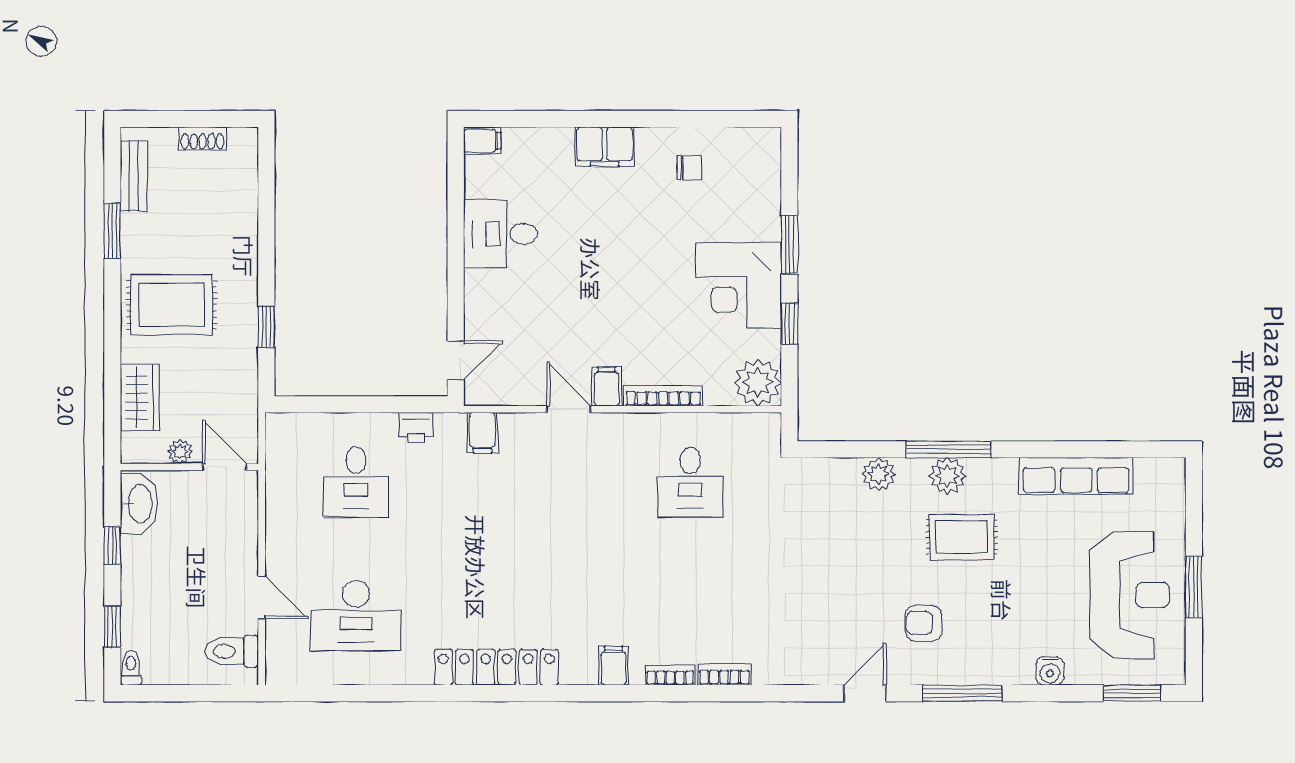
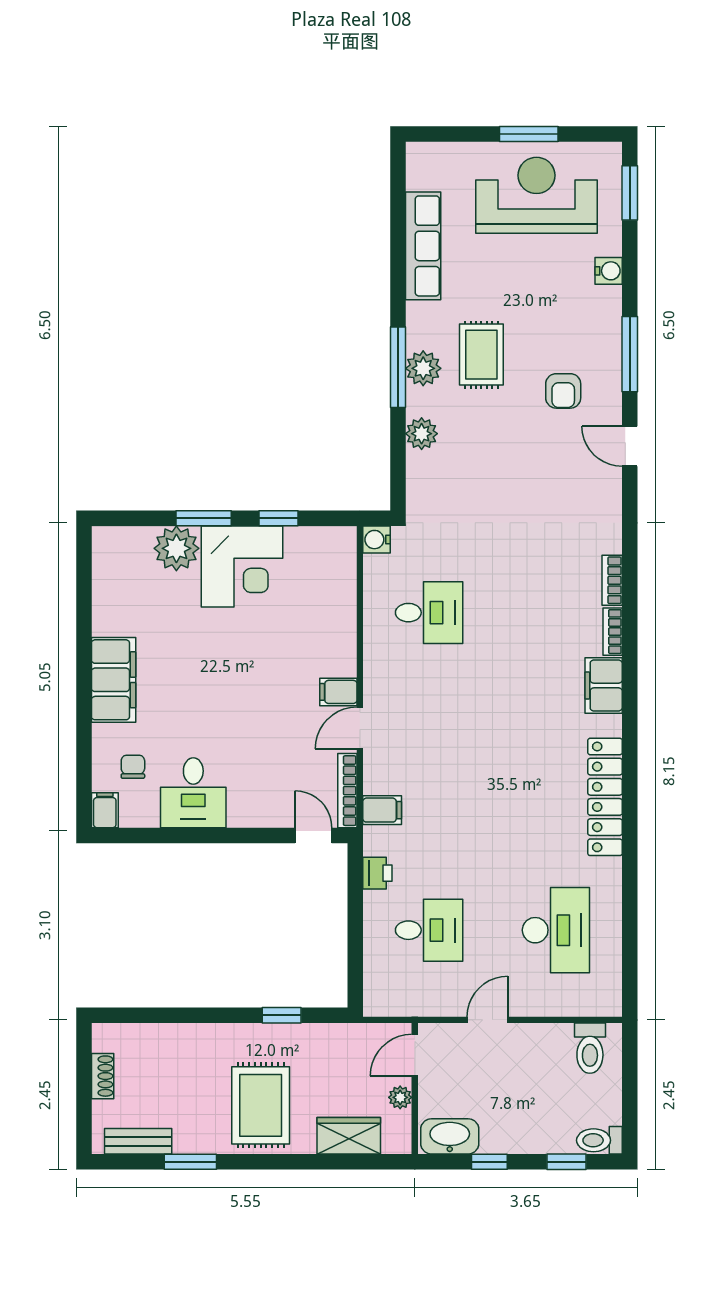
filing cabinet: (605, 147) -> (114, 680), width x1.50, depth x1.17
chair: (689, 168) -> (133, 767), moved
plant: (758, 382) -> (176, 548), moved
bookcase: (663, 396) -> (347, 791), moved
water cooler: (767, 427) -> (377, 540), added
door: (262, 597) -> (488, 1020), moved
filing cabinet: (614, 666) -> (604, 686), width x2.00
toilet: (131, 668) -> (599, 1140), width x1.37, depth x1.39

